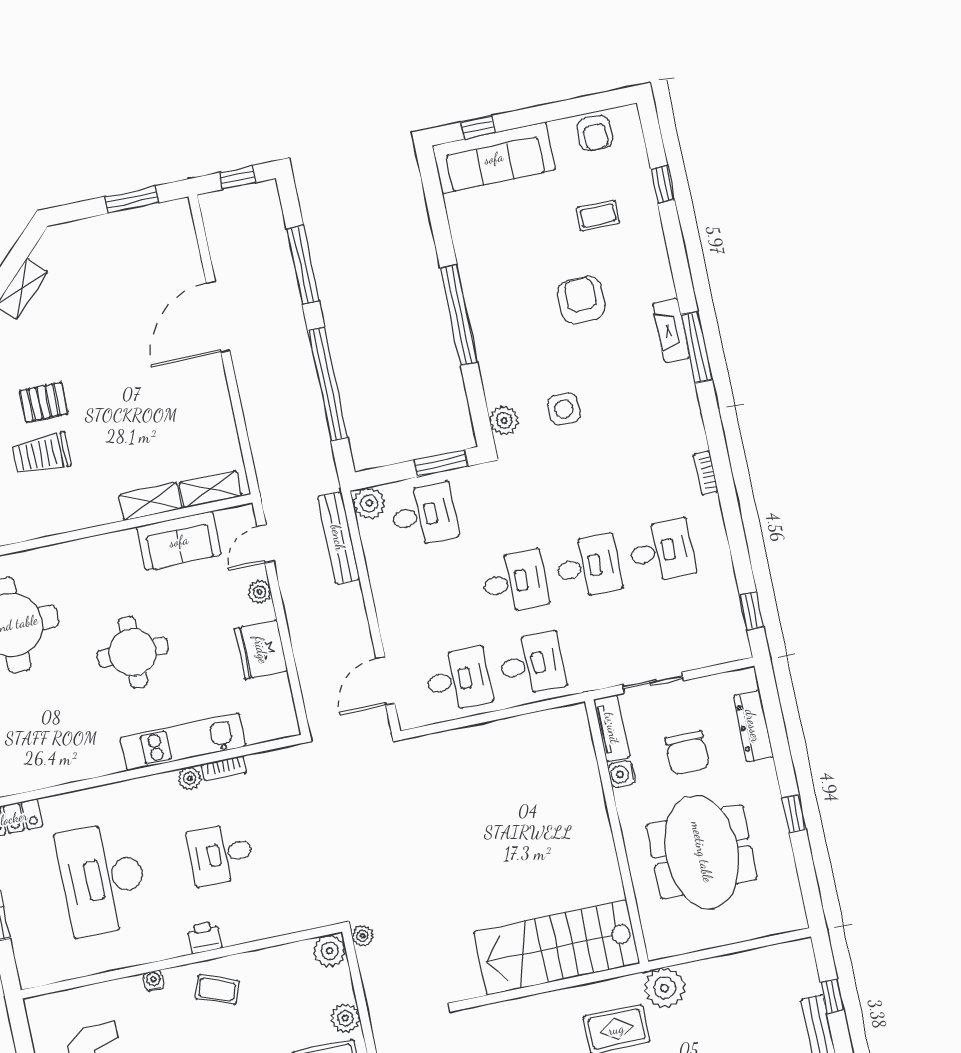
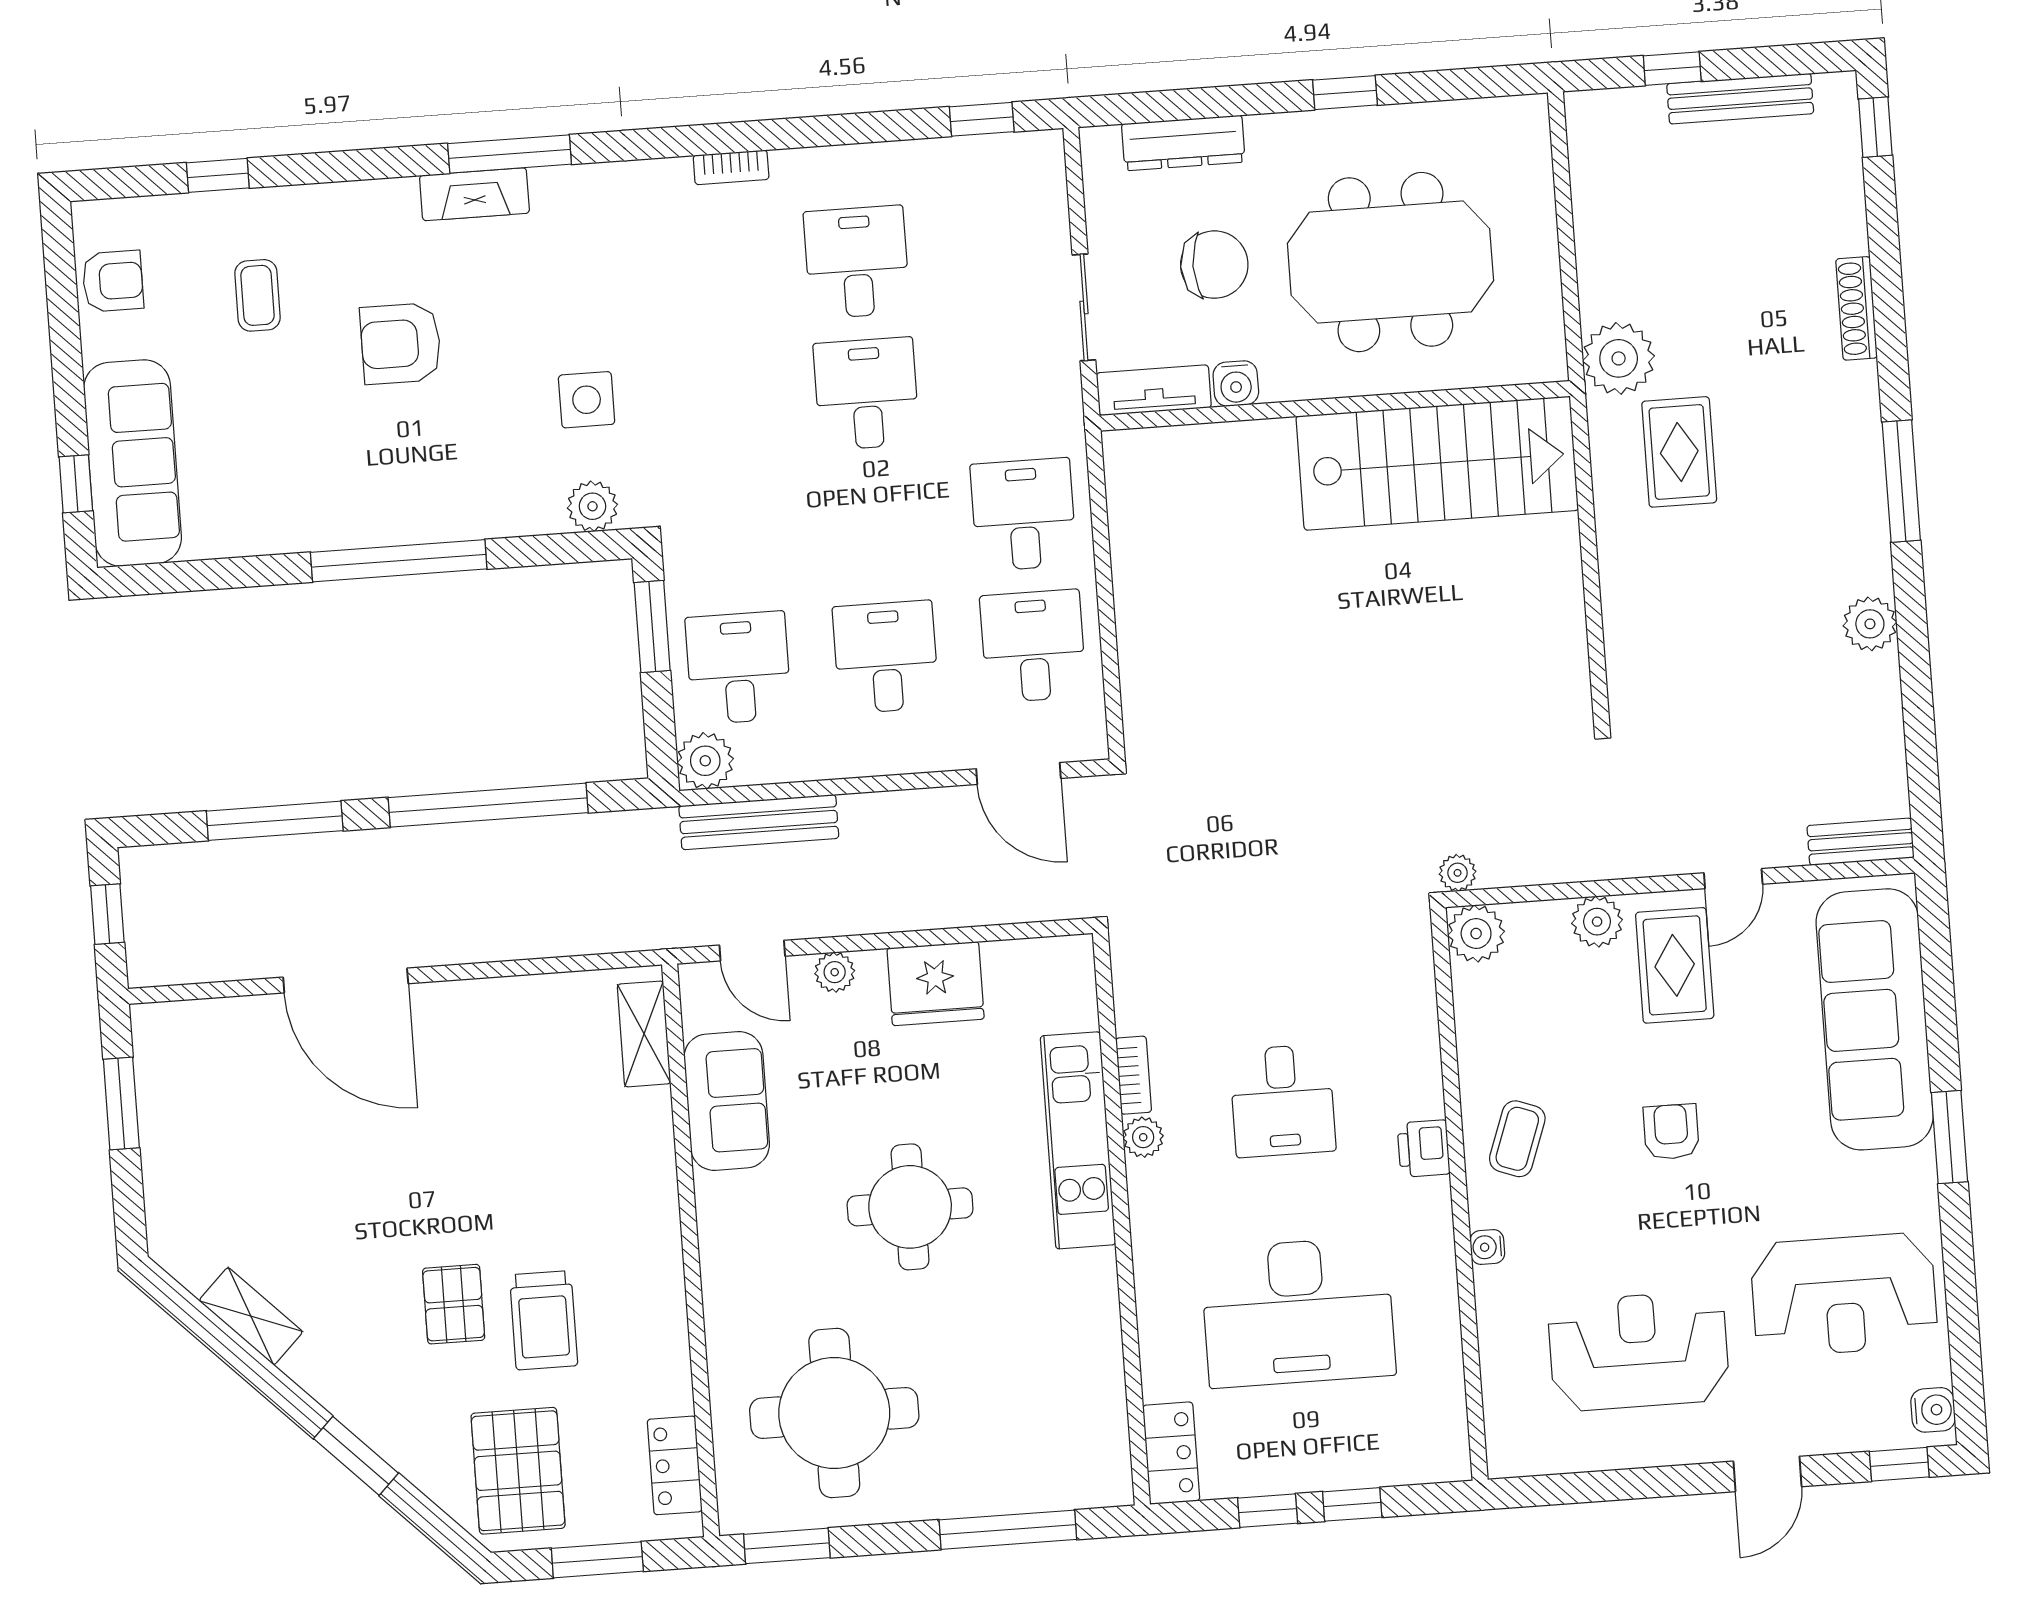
shelving: (150, 502) -> (652, 1141), removed
desk: (515, 582) -> (886, 657), moved
stairs: (557, 948) -> (1437, 463), moved, turned -90

